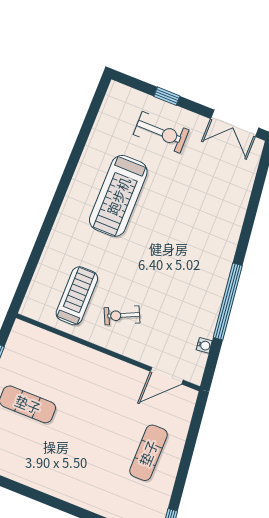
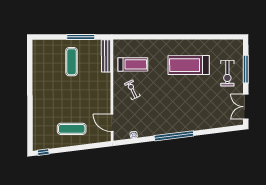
window: (167, 96) -> (246, 69), width x2.17
window: (228, 302) -> (174, 136), moved
bench: (42, 338) -> (106, 56), added

